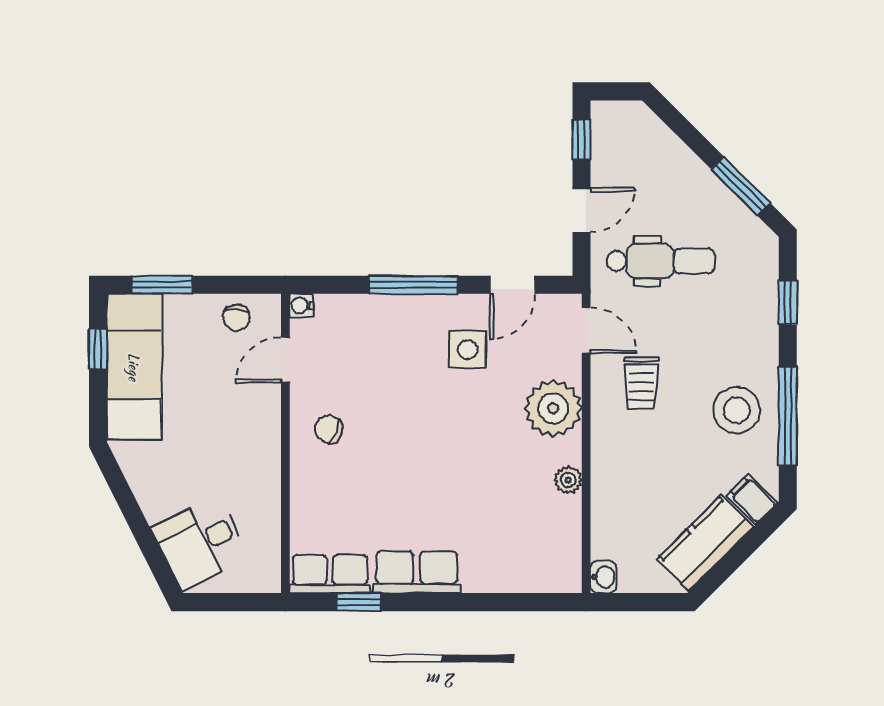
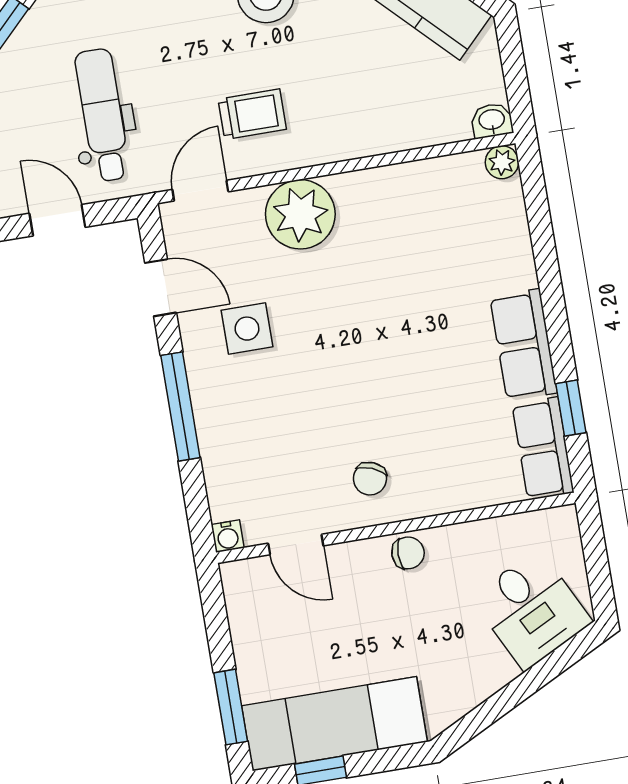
chair: (236, 317) -> (408, 553), moved
plant: (568, 480) -> (502, 162), moved

